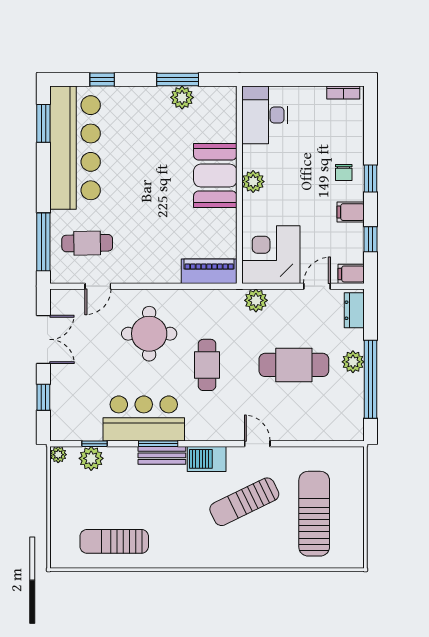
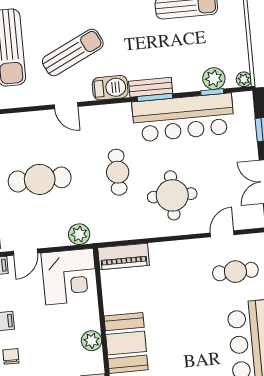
bar counter: (144, 418) -> (183, 118), width x1.36

